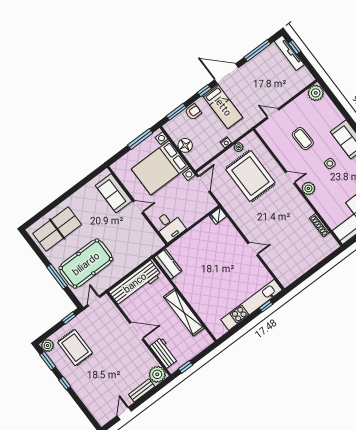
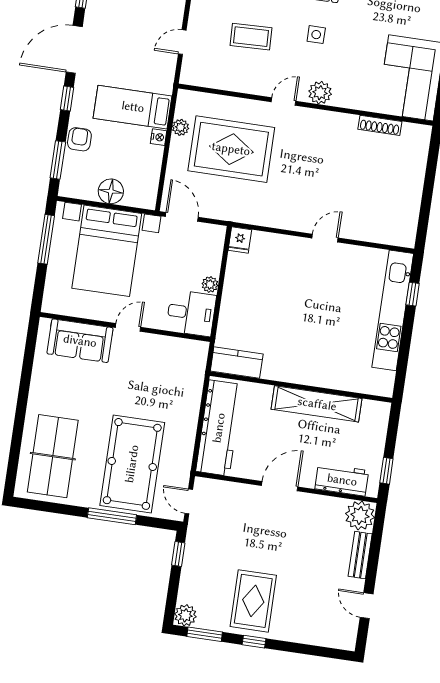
bed: (223, 107) -> (133, 107), moved, turned 180
plant: (188, 222) -> (210, 284), added
rug: (75, 348) -> (253, 601), moved, turned 90

